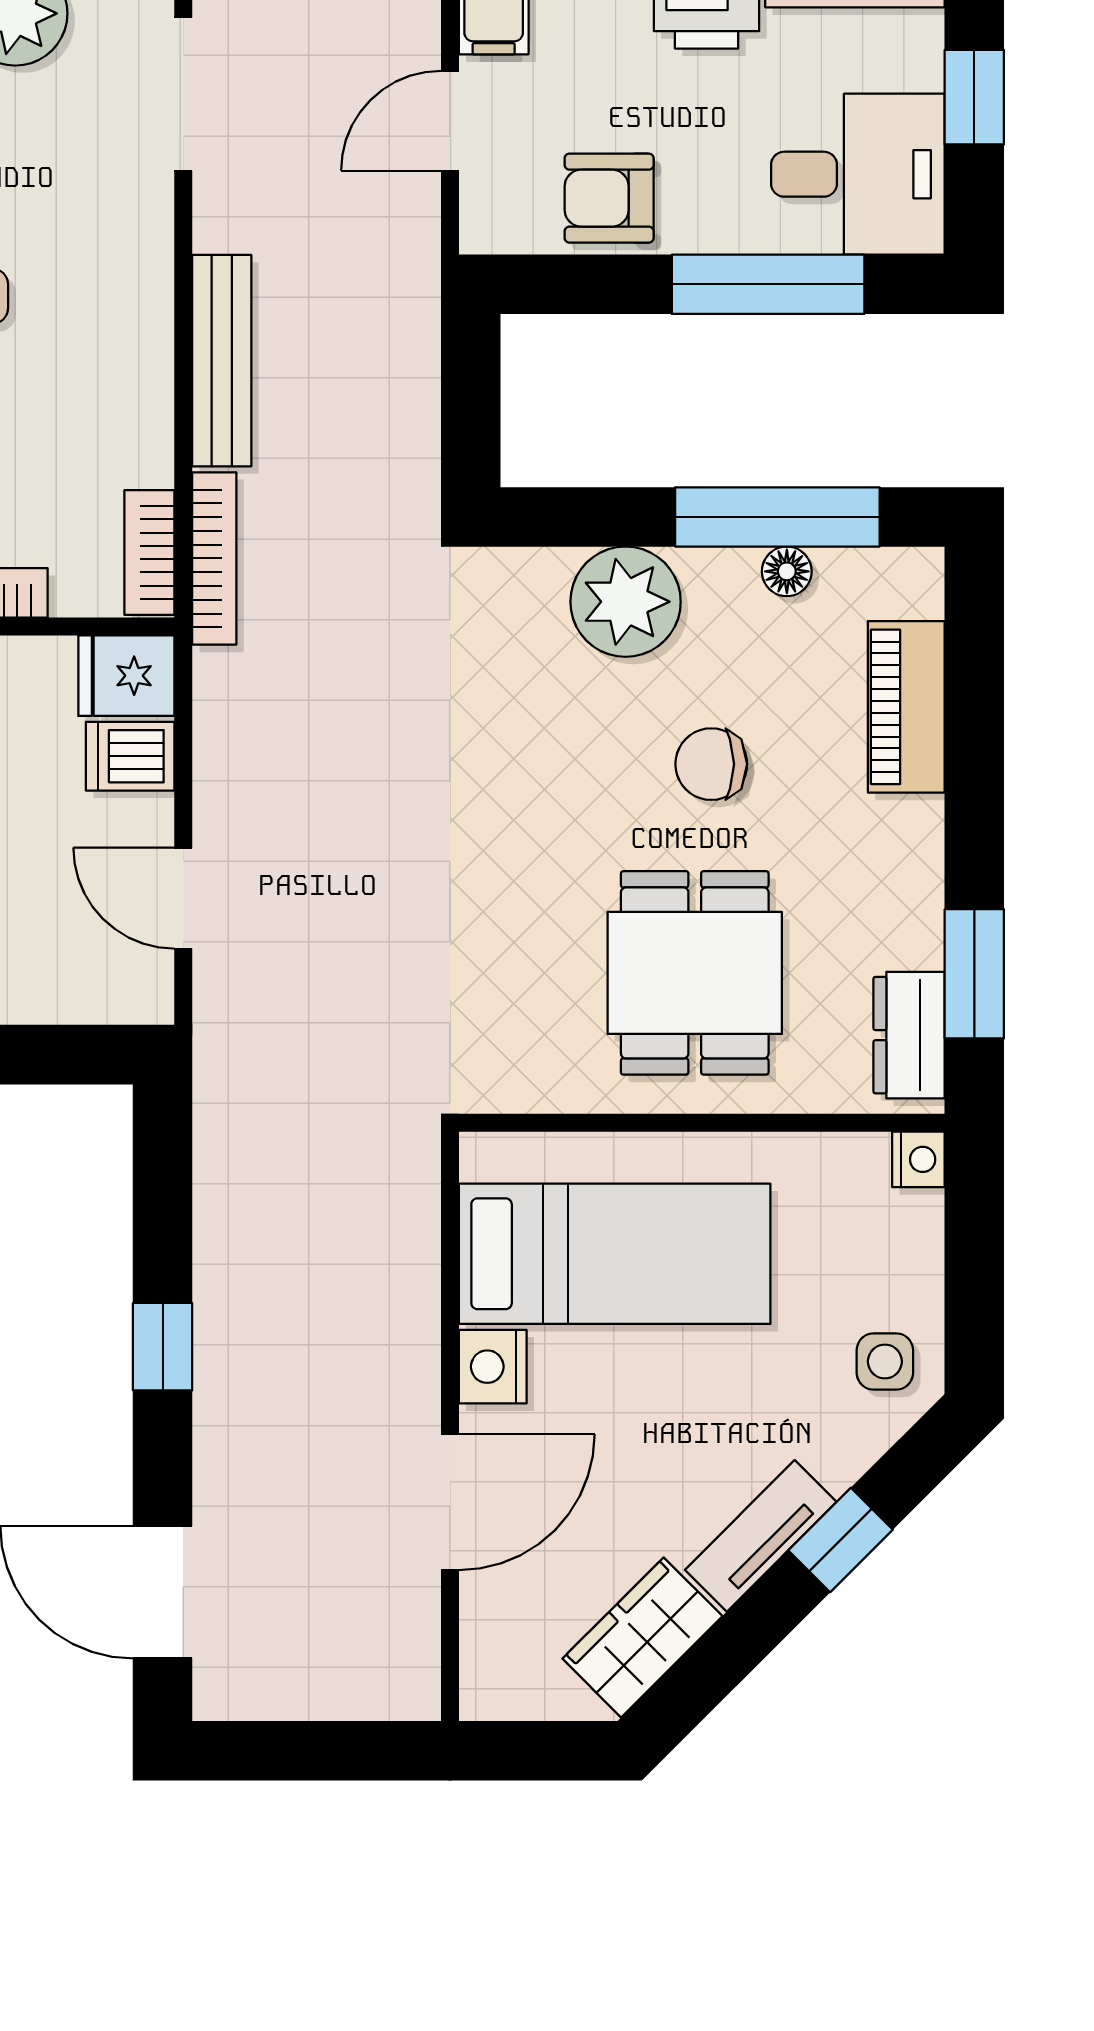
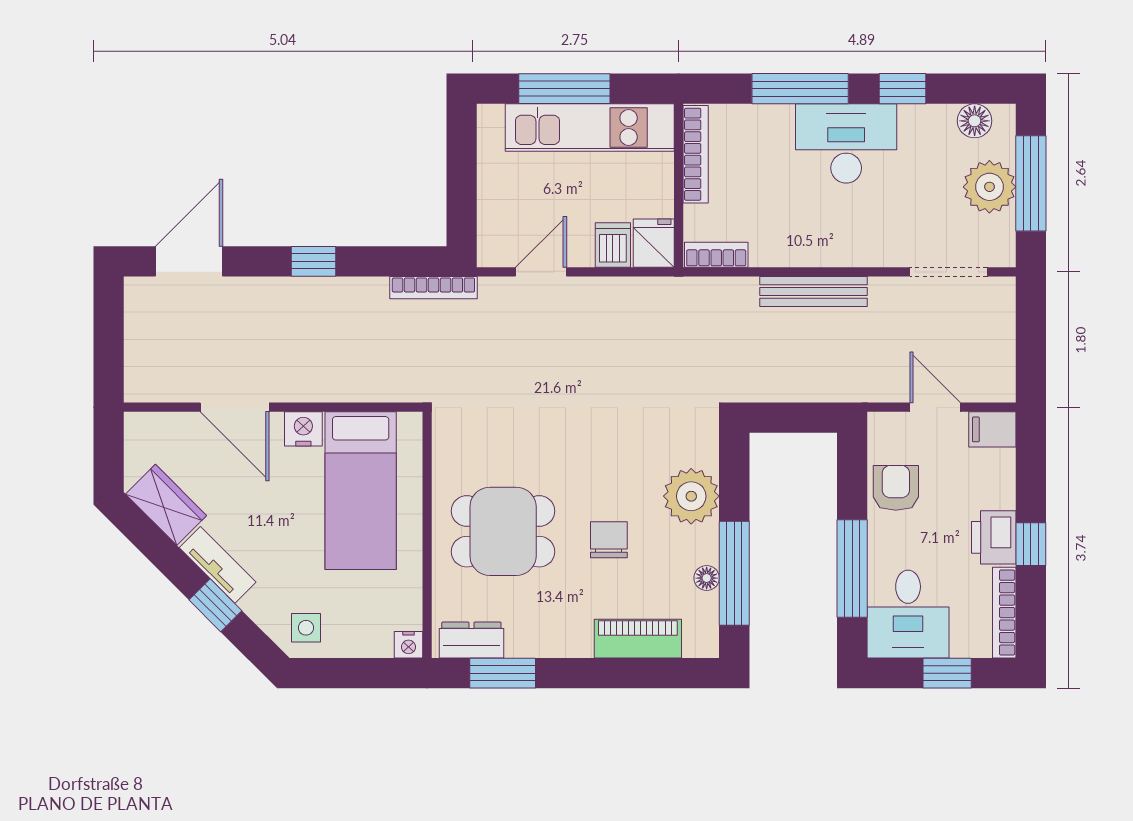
bookcase: (214, 558) -> (433, 288), moved

